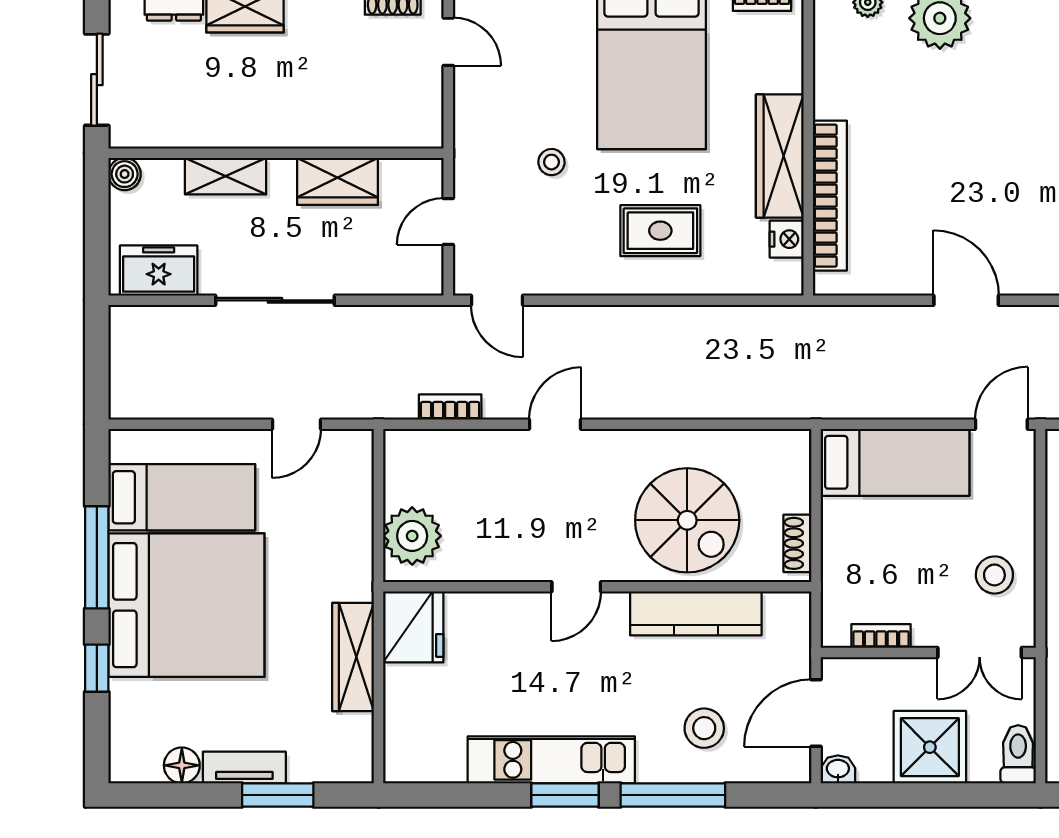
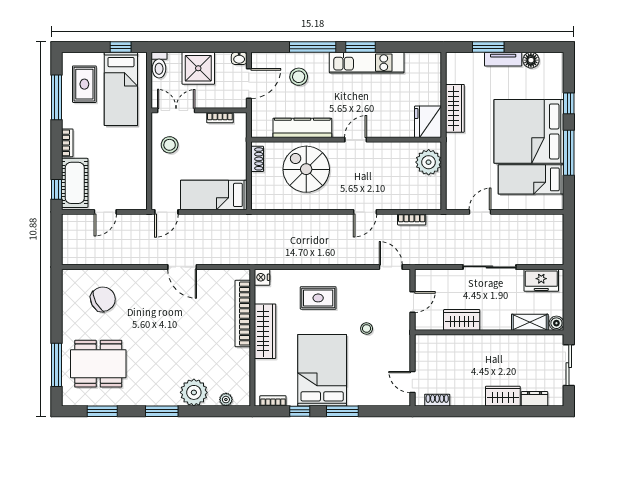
shelving: (226, 176) -> (530, 322), moved
nightstand: (787, 239) -> (262, 277), moved

